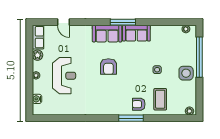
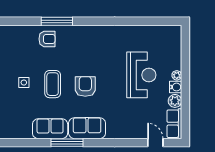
door: (63, 22) -> (155, 143), moved
reception desk: (64, 76) -> (141, 75), turned 180
water cooler: (37, 99) -> (176, 87), moved
coffee table: (160, 99) -> (53, 84), moved

